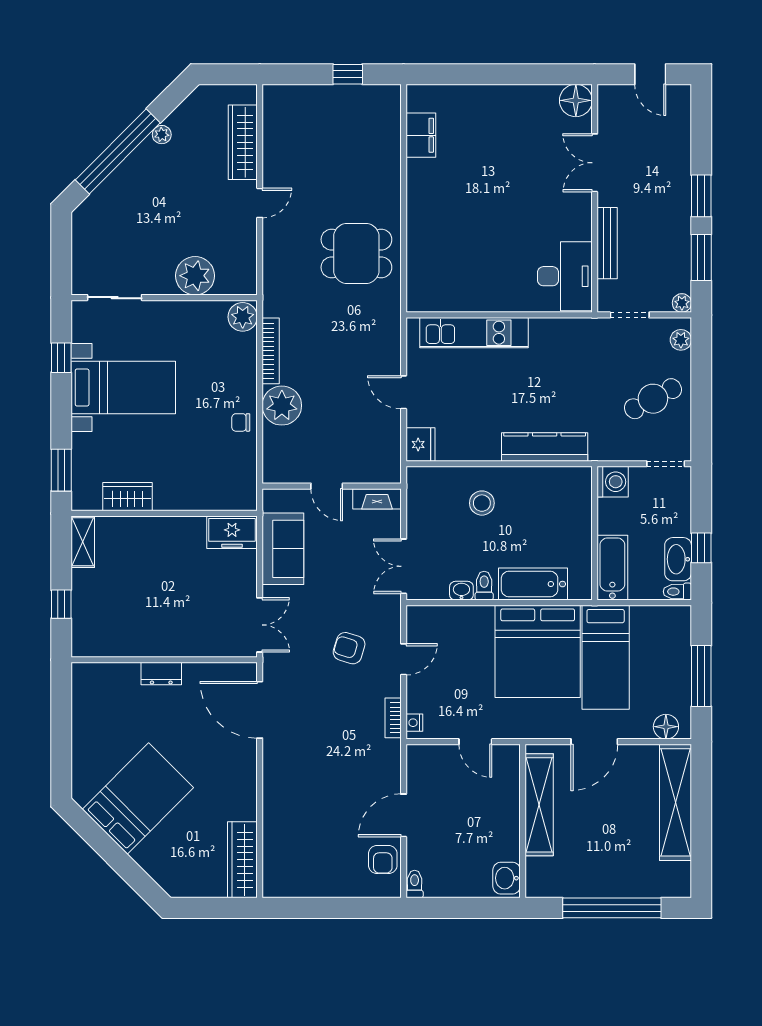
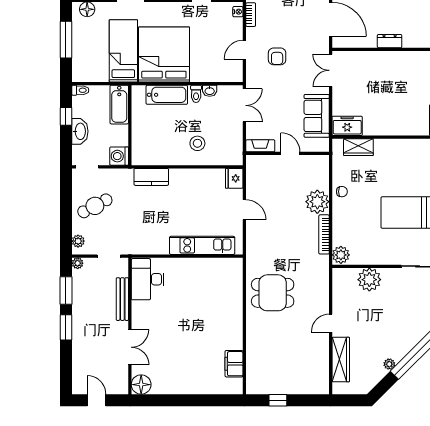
kitchen counter: (545, 447) -> (151, 177), width x0.67
wardrobe: (128, 497) -> (358, 147), moved
washbasin: (678, 559) -> (80, 131), moved
armchair: (349, 648) -> (277, 56), turned 73

